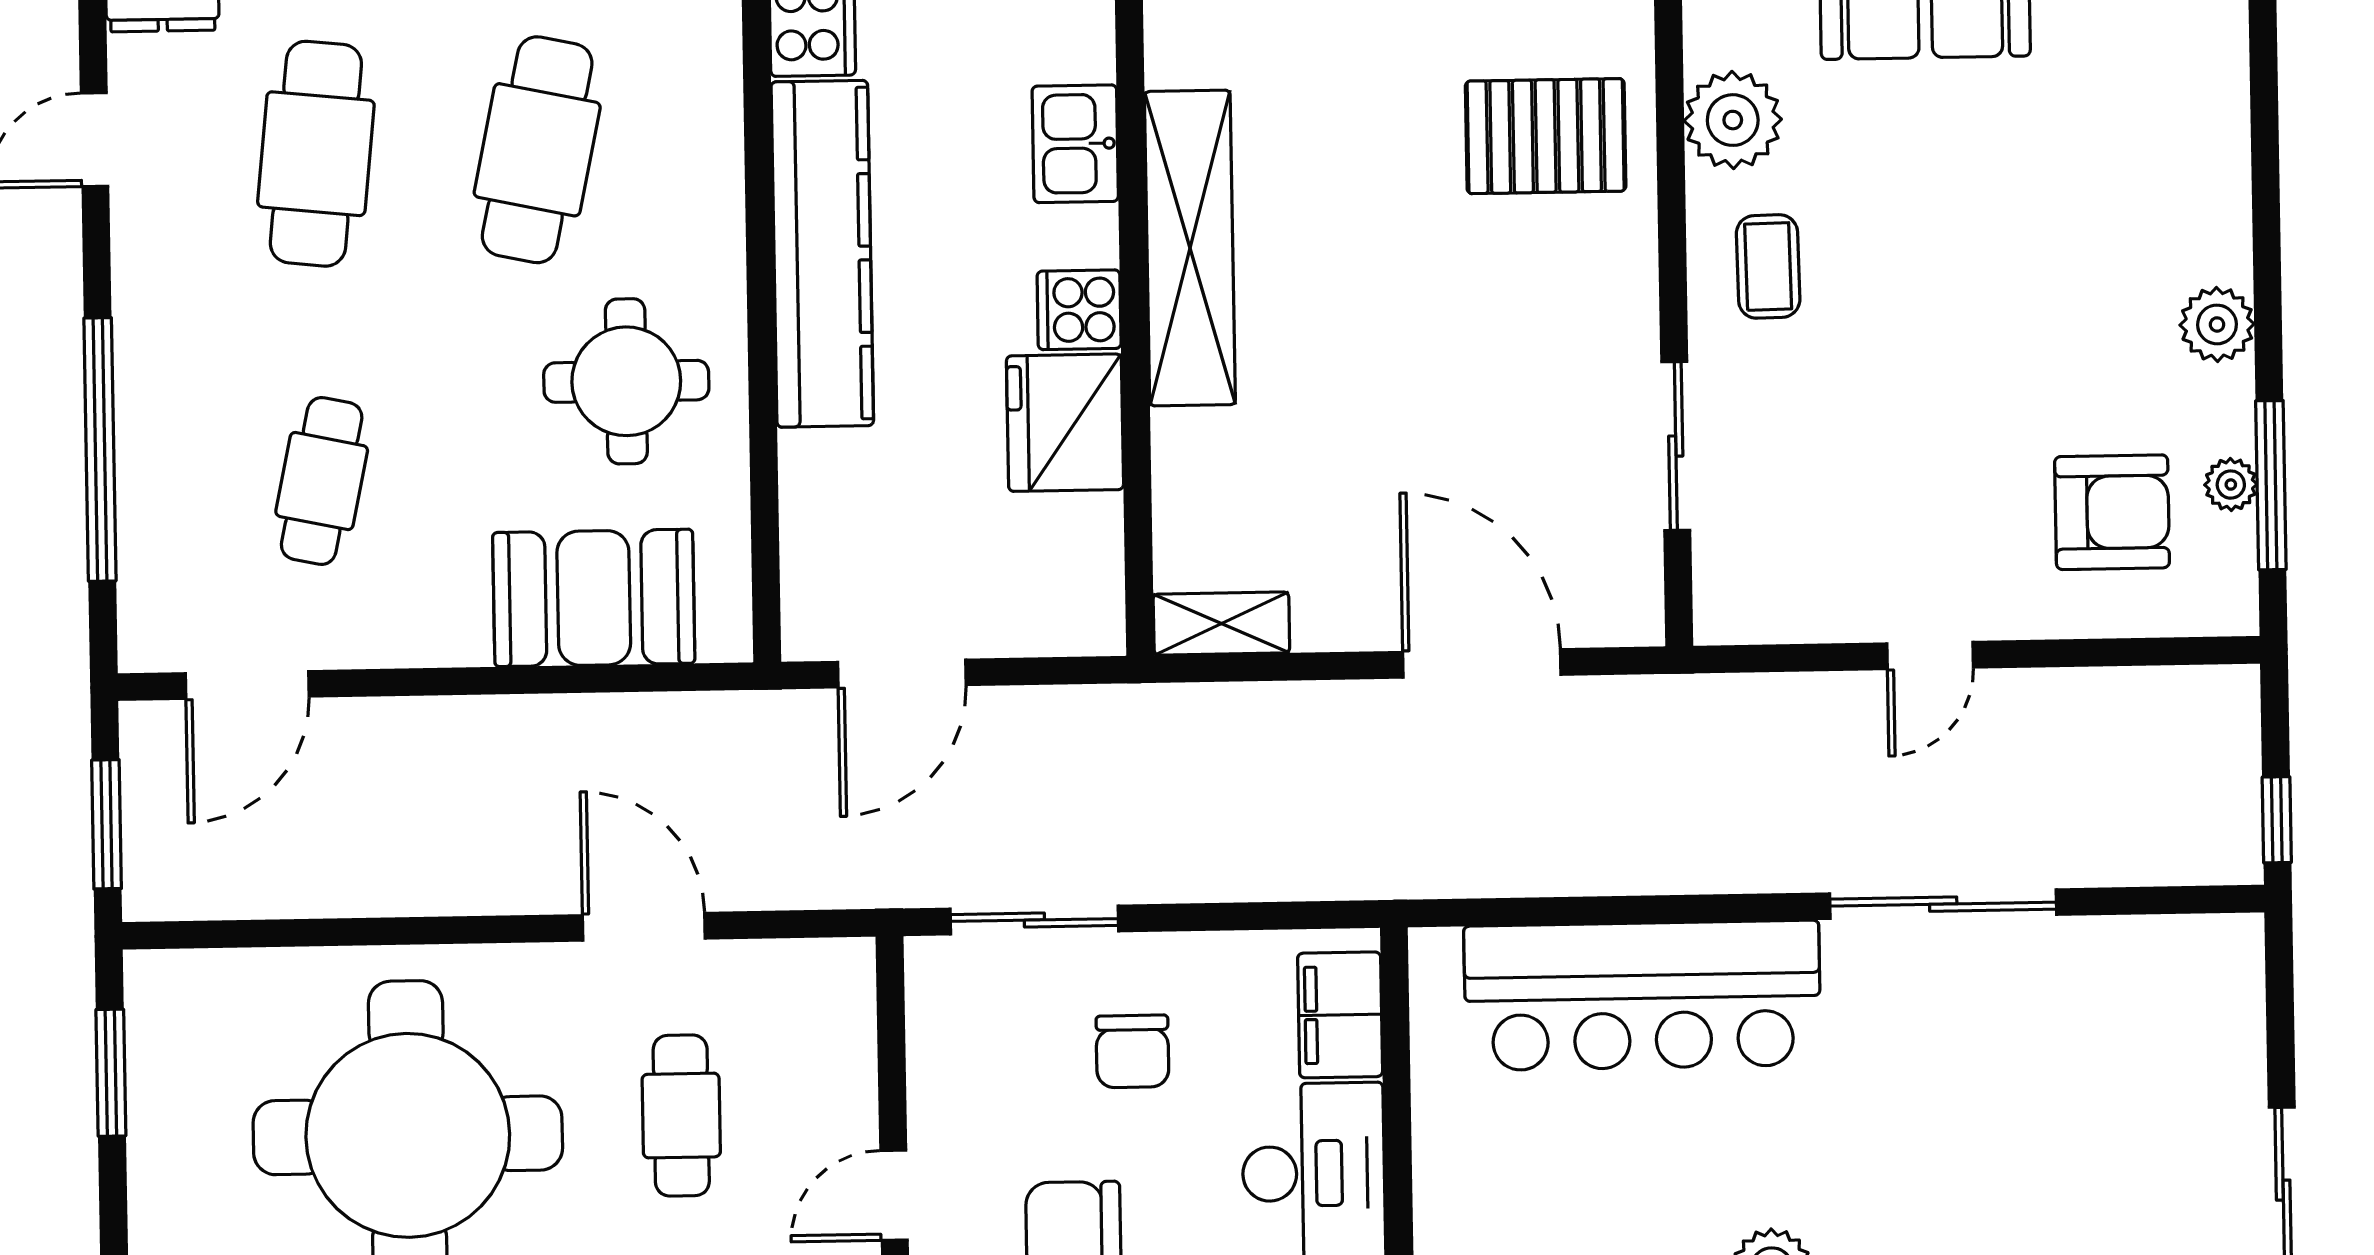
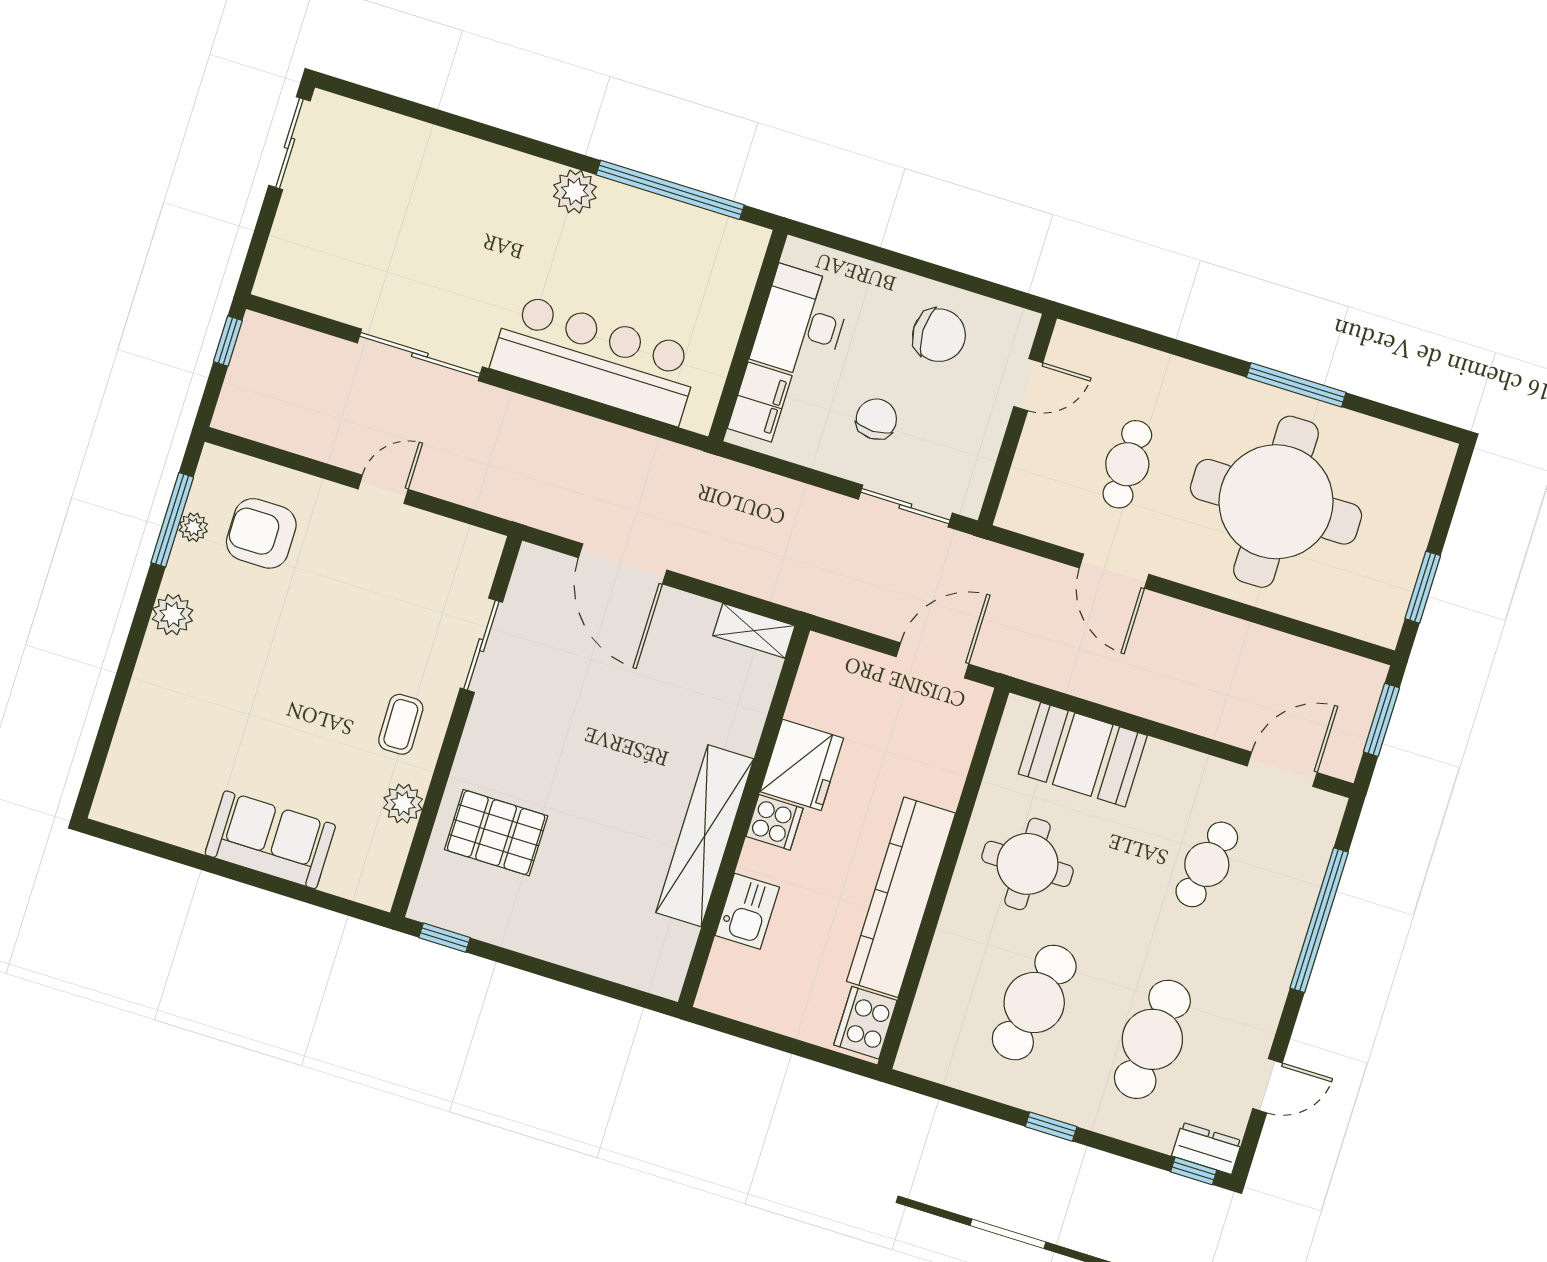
plant: (1733, 120) -> (403, 804), width x0.73, depth x0.73

